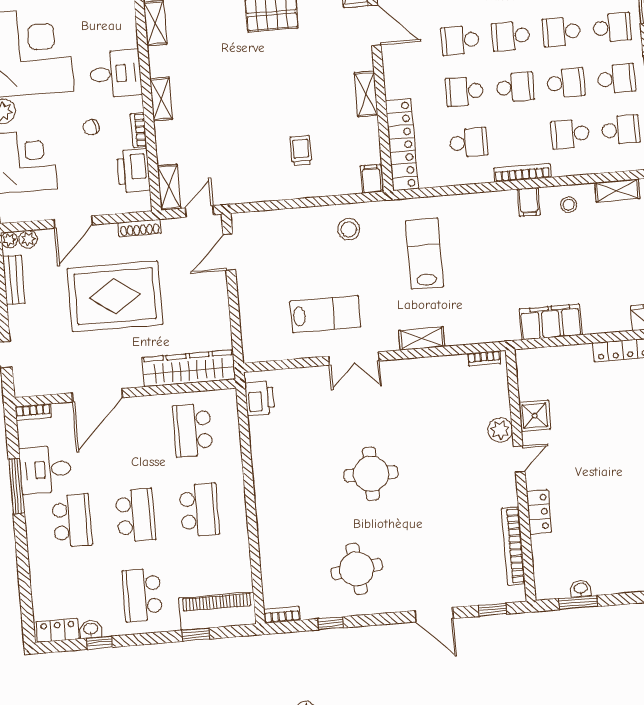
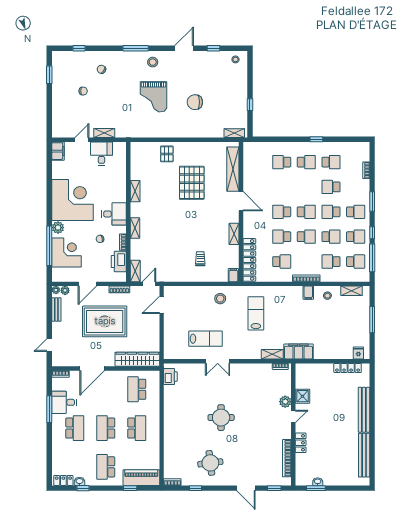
school desk: (511, 36) -> (306, 212), turned 180
filing cabinet: (551, 322) -> (298, 352), moved
shelving: (422, 338) -> (272, 354), moved
school desk: (136, 515) -> (106, 428), turned 180

